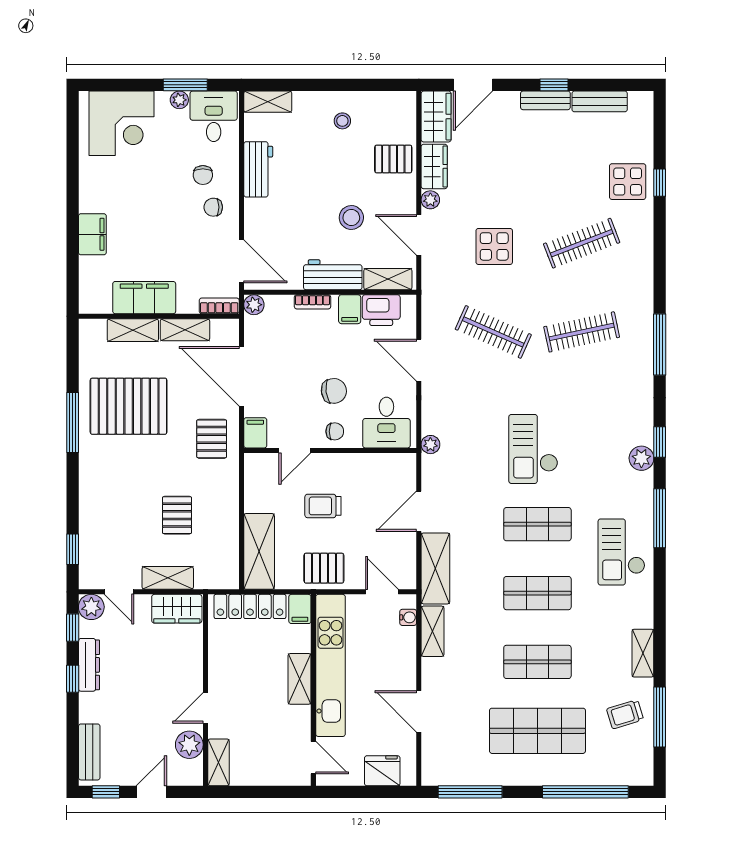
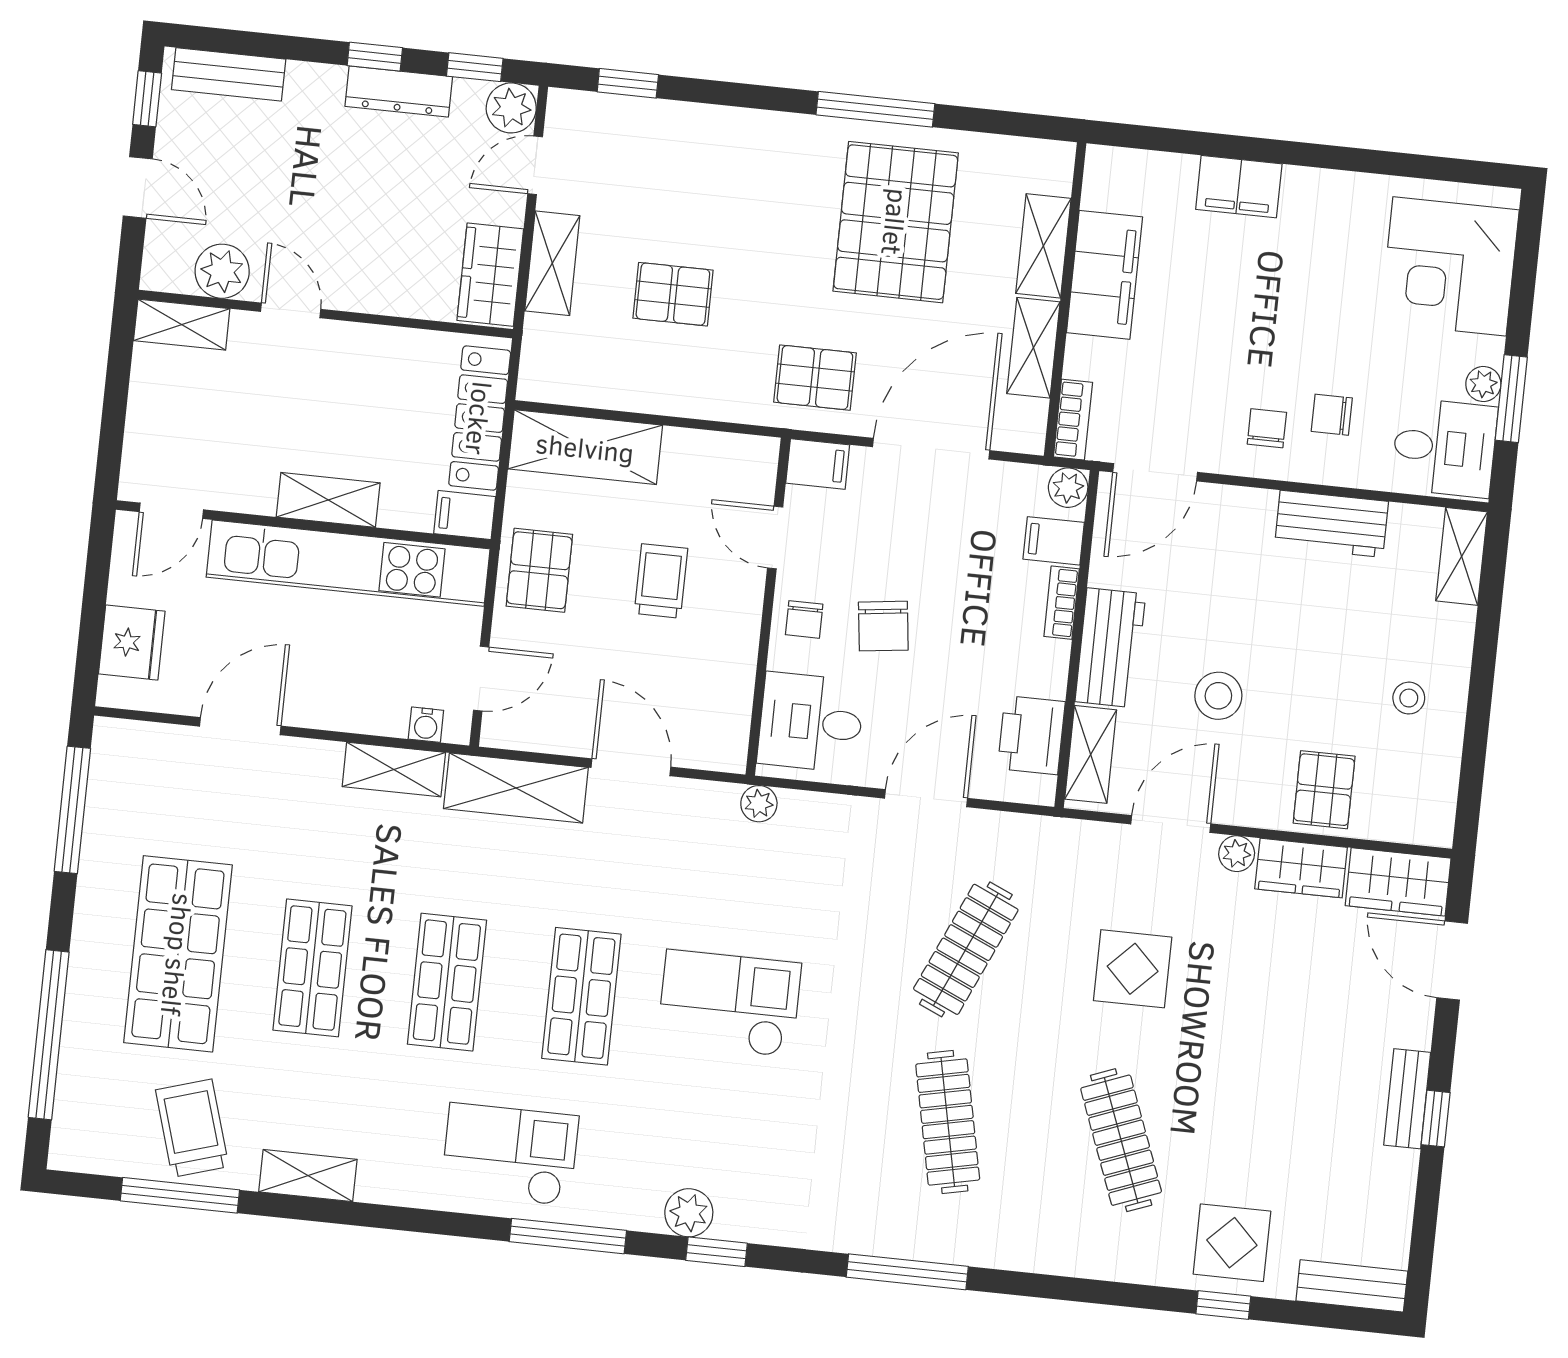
bench: (600, 101) -> (1352, 1286), moved, turned 90
filing cabinet: (350, 309) -> (1054, 541), moved
trolley: (625, 714) -> (192, 1128), width x1.36, depth x1.39

